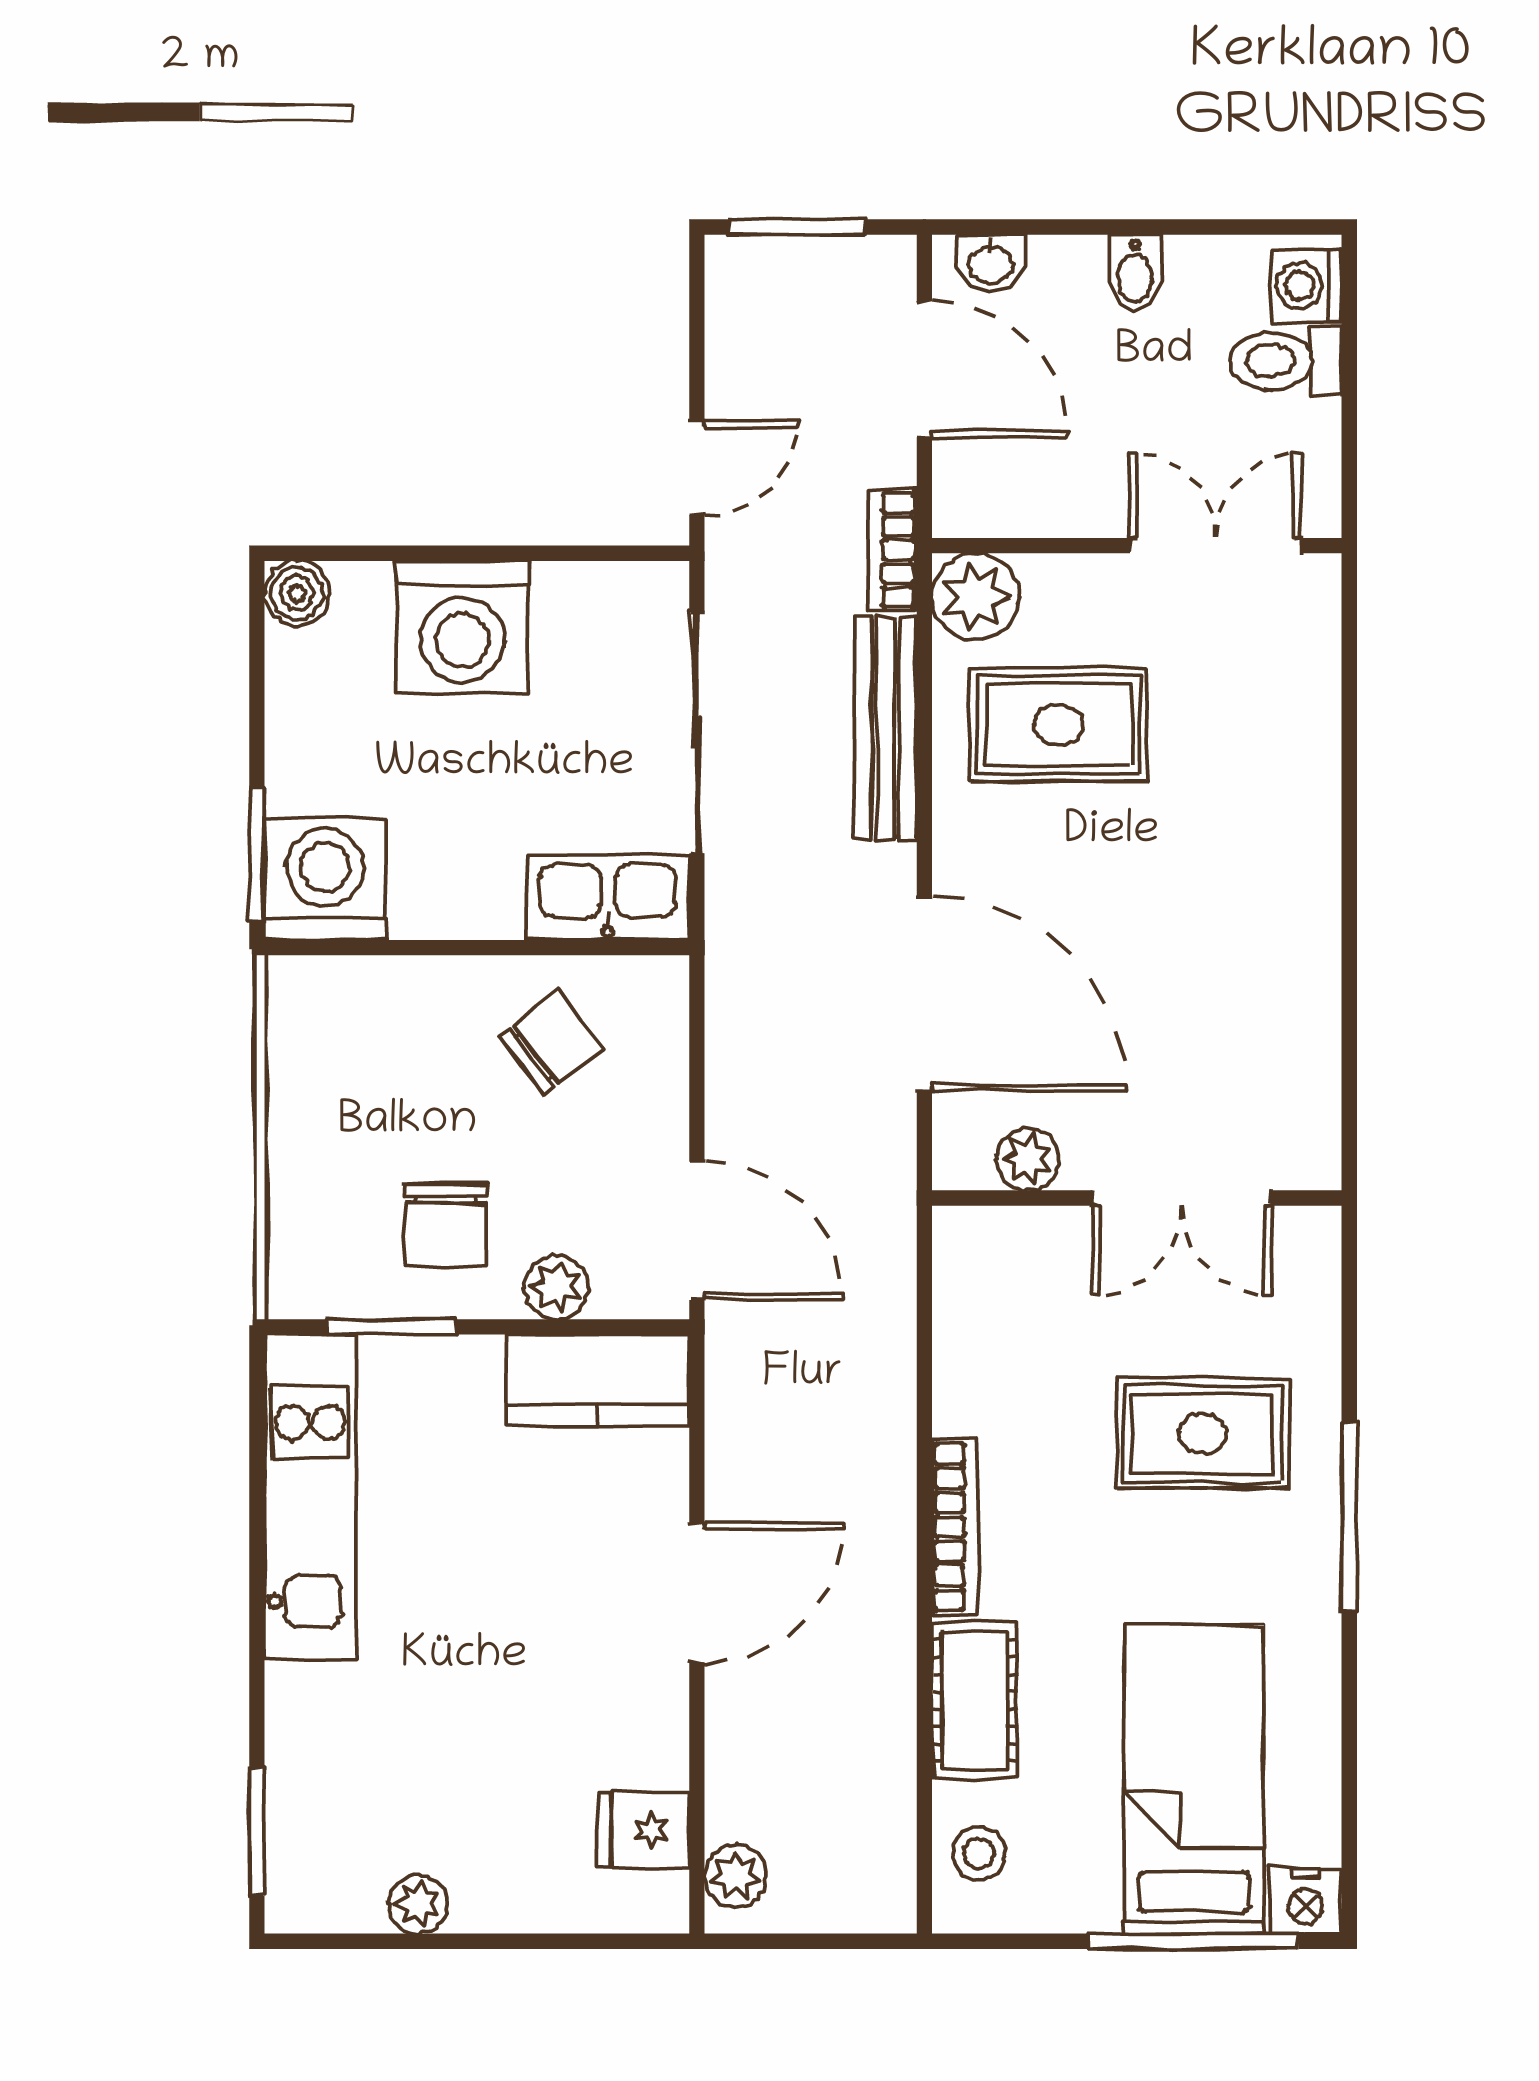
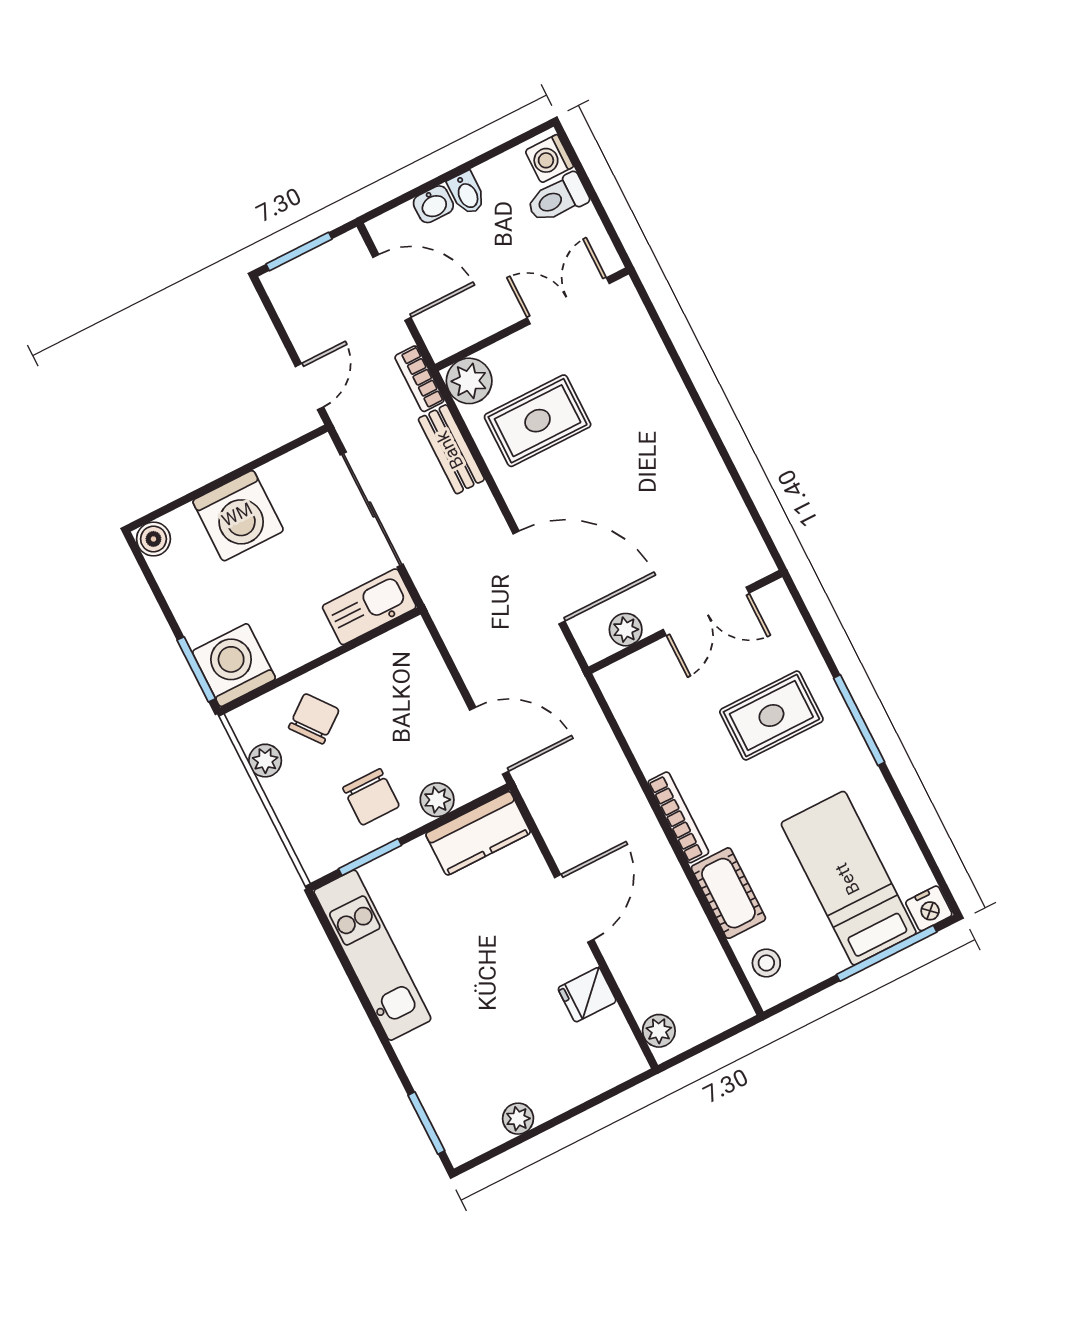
washbasin: (991, 263) -> (433, 204), moved
bench: (886, 728) -> (451, 449), width x0.73
chair: (552, 1043) -> (314, 719), moved
plant: (296, 1070) -> (265, 761), added
fridge: (644, 1830) -> (587, 995), moved

